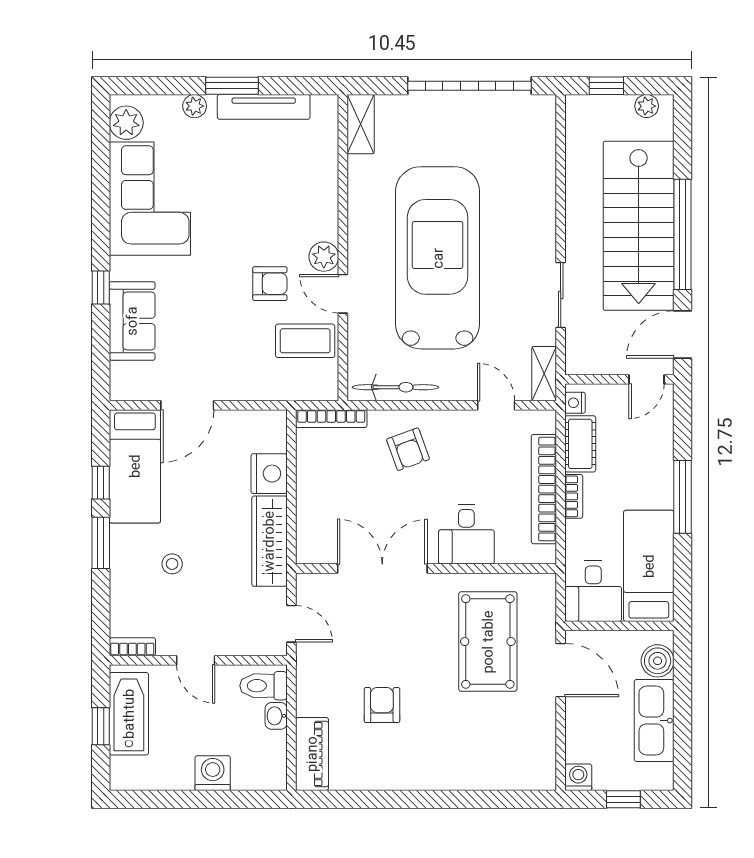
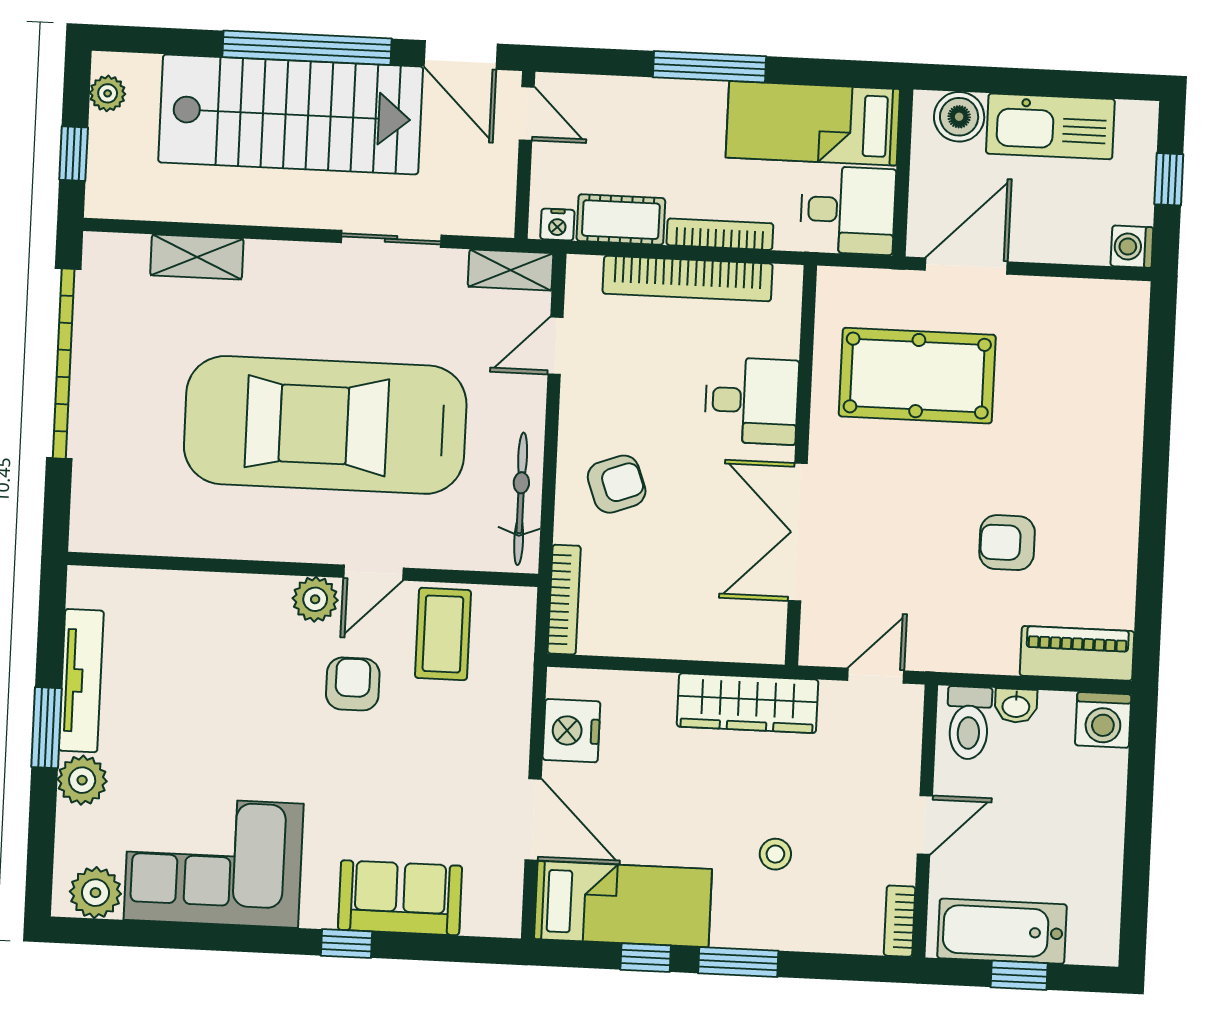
plant: (195, 106) -> (82, 780), width x1.38, depth x1.38
shelving: (361, 124) -> (197, 257), moved
nightstand: (269, 474) -> (571, 731), moved, turned -90
bookcase: (574, 496) -> (720, 234), width x1.56
washing machine: (213, 773) -> (1103, 720), moved, turned -90

